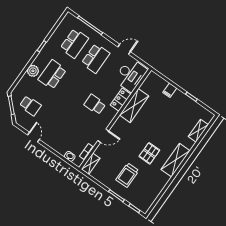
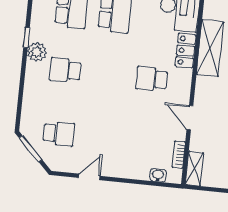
plant: (33, 71) -> (37, 52), moved
school desk: (52, 74) -> (65, 70), width x0.54
door: (103, 136) -> (190, 118), swing flipped
door: (34, 137) -> (89, 177), hinge flipped

